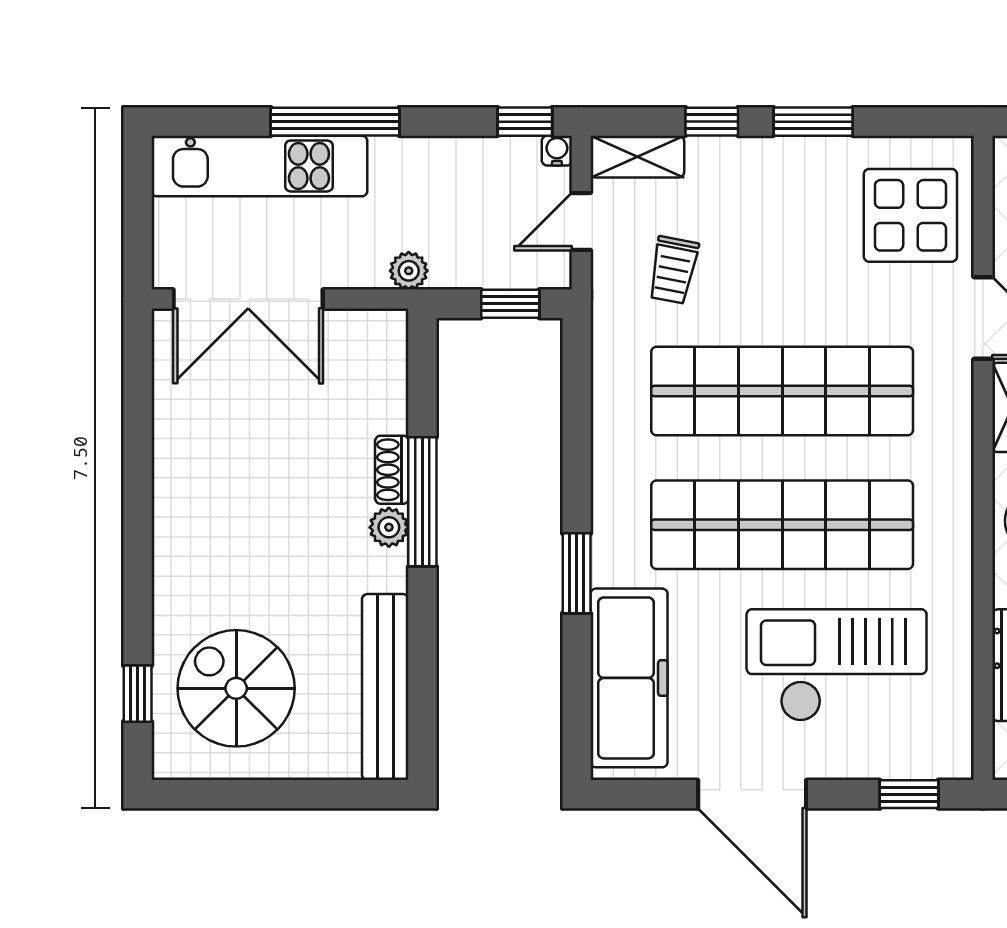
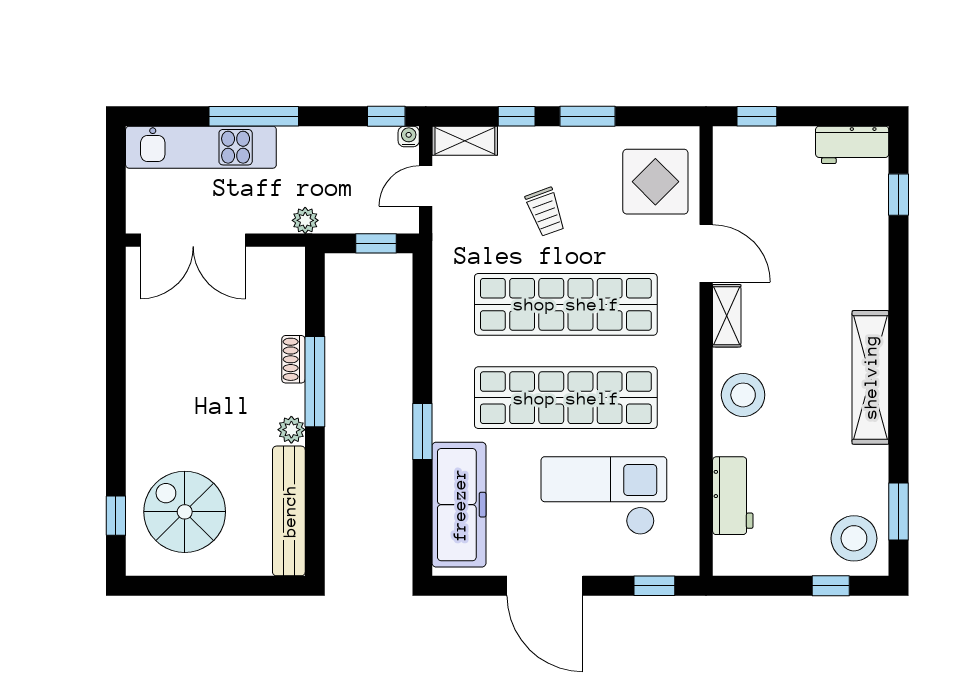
trolley: (673, 270) -> (545, 212), moved, turned -31
plant: (389, 527) -> (291, 430), moved

